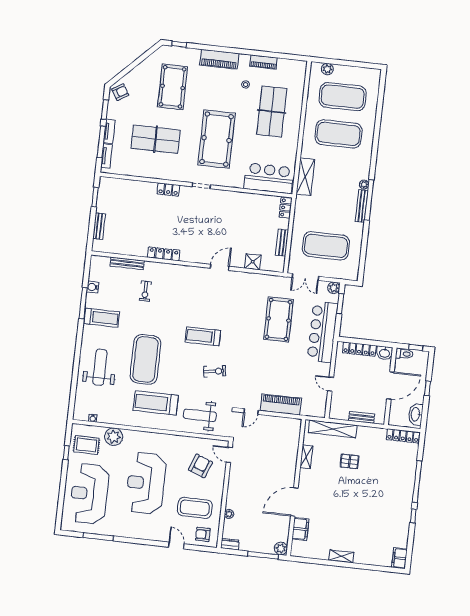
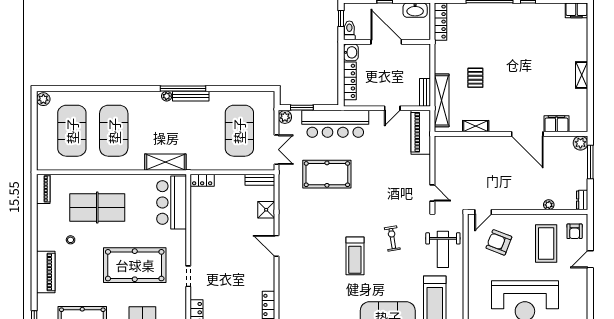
piano: (263, 62) -> (43, 189), moved
plant: (327, 69) -> (43, 99), moved
bench: (282, 243) -> (260, 180), moved
piano: (281, 404) -> (421, 132), moved
bench: (362, 417) -> (425, 92), moved

